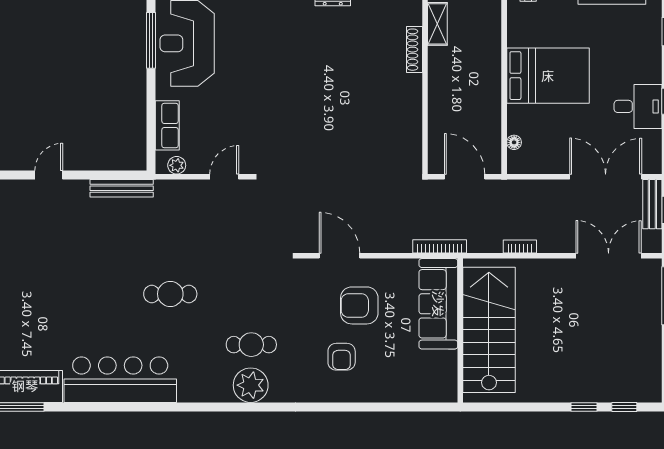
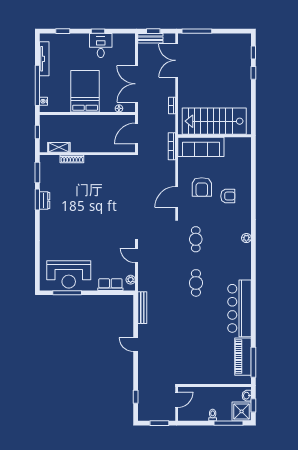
double door: (606, 177) -> (136, 84), moved
cafe table: (251, 345) -> (196, 239), moved
plant: (251, 385) -> (246, 238), width x0.53, depth x0.53

